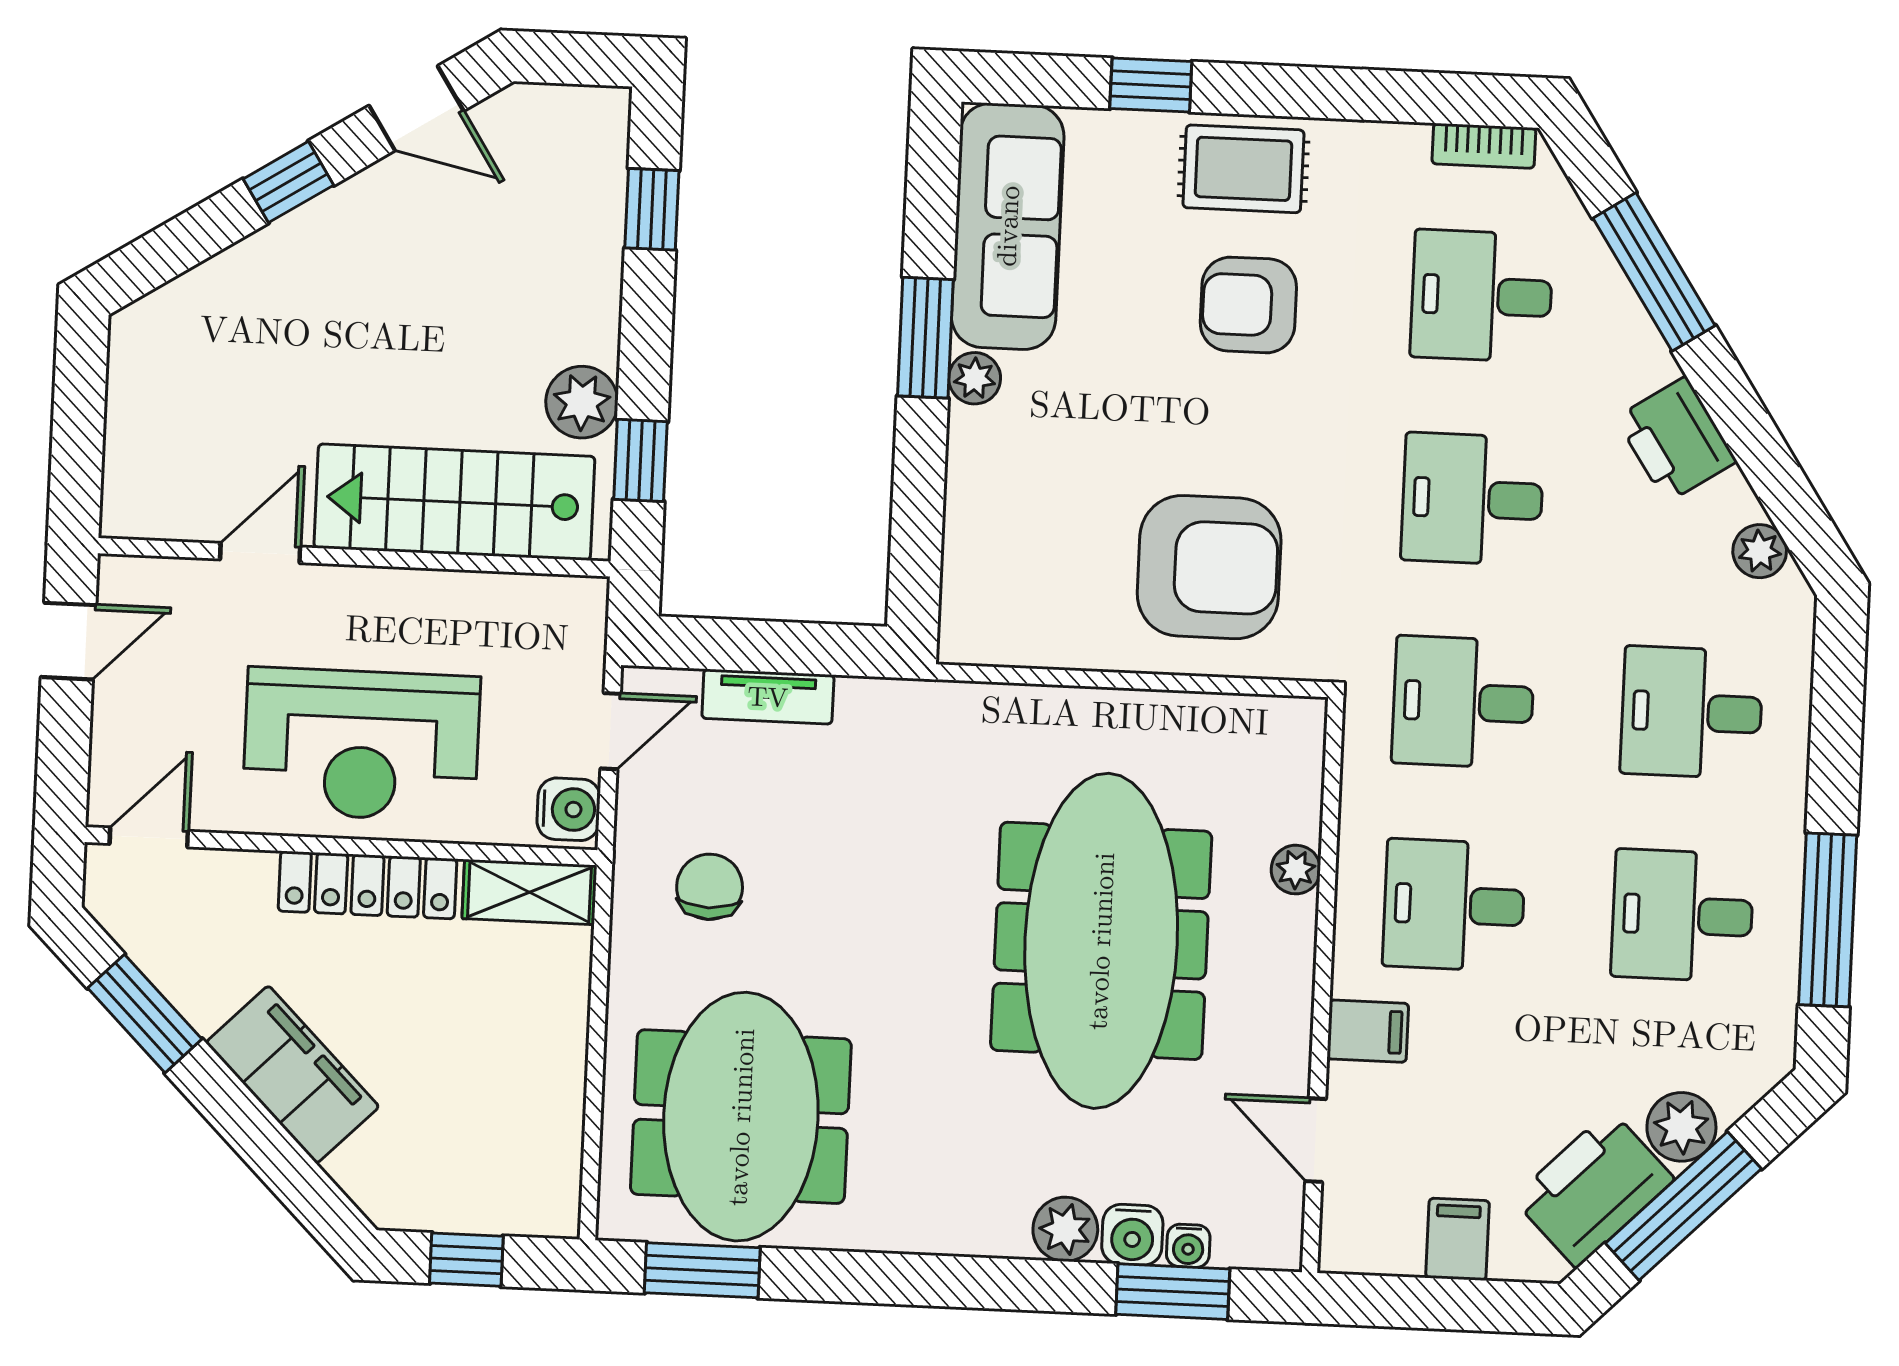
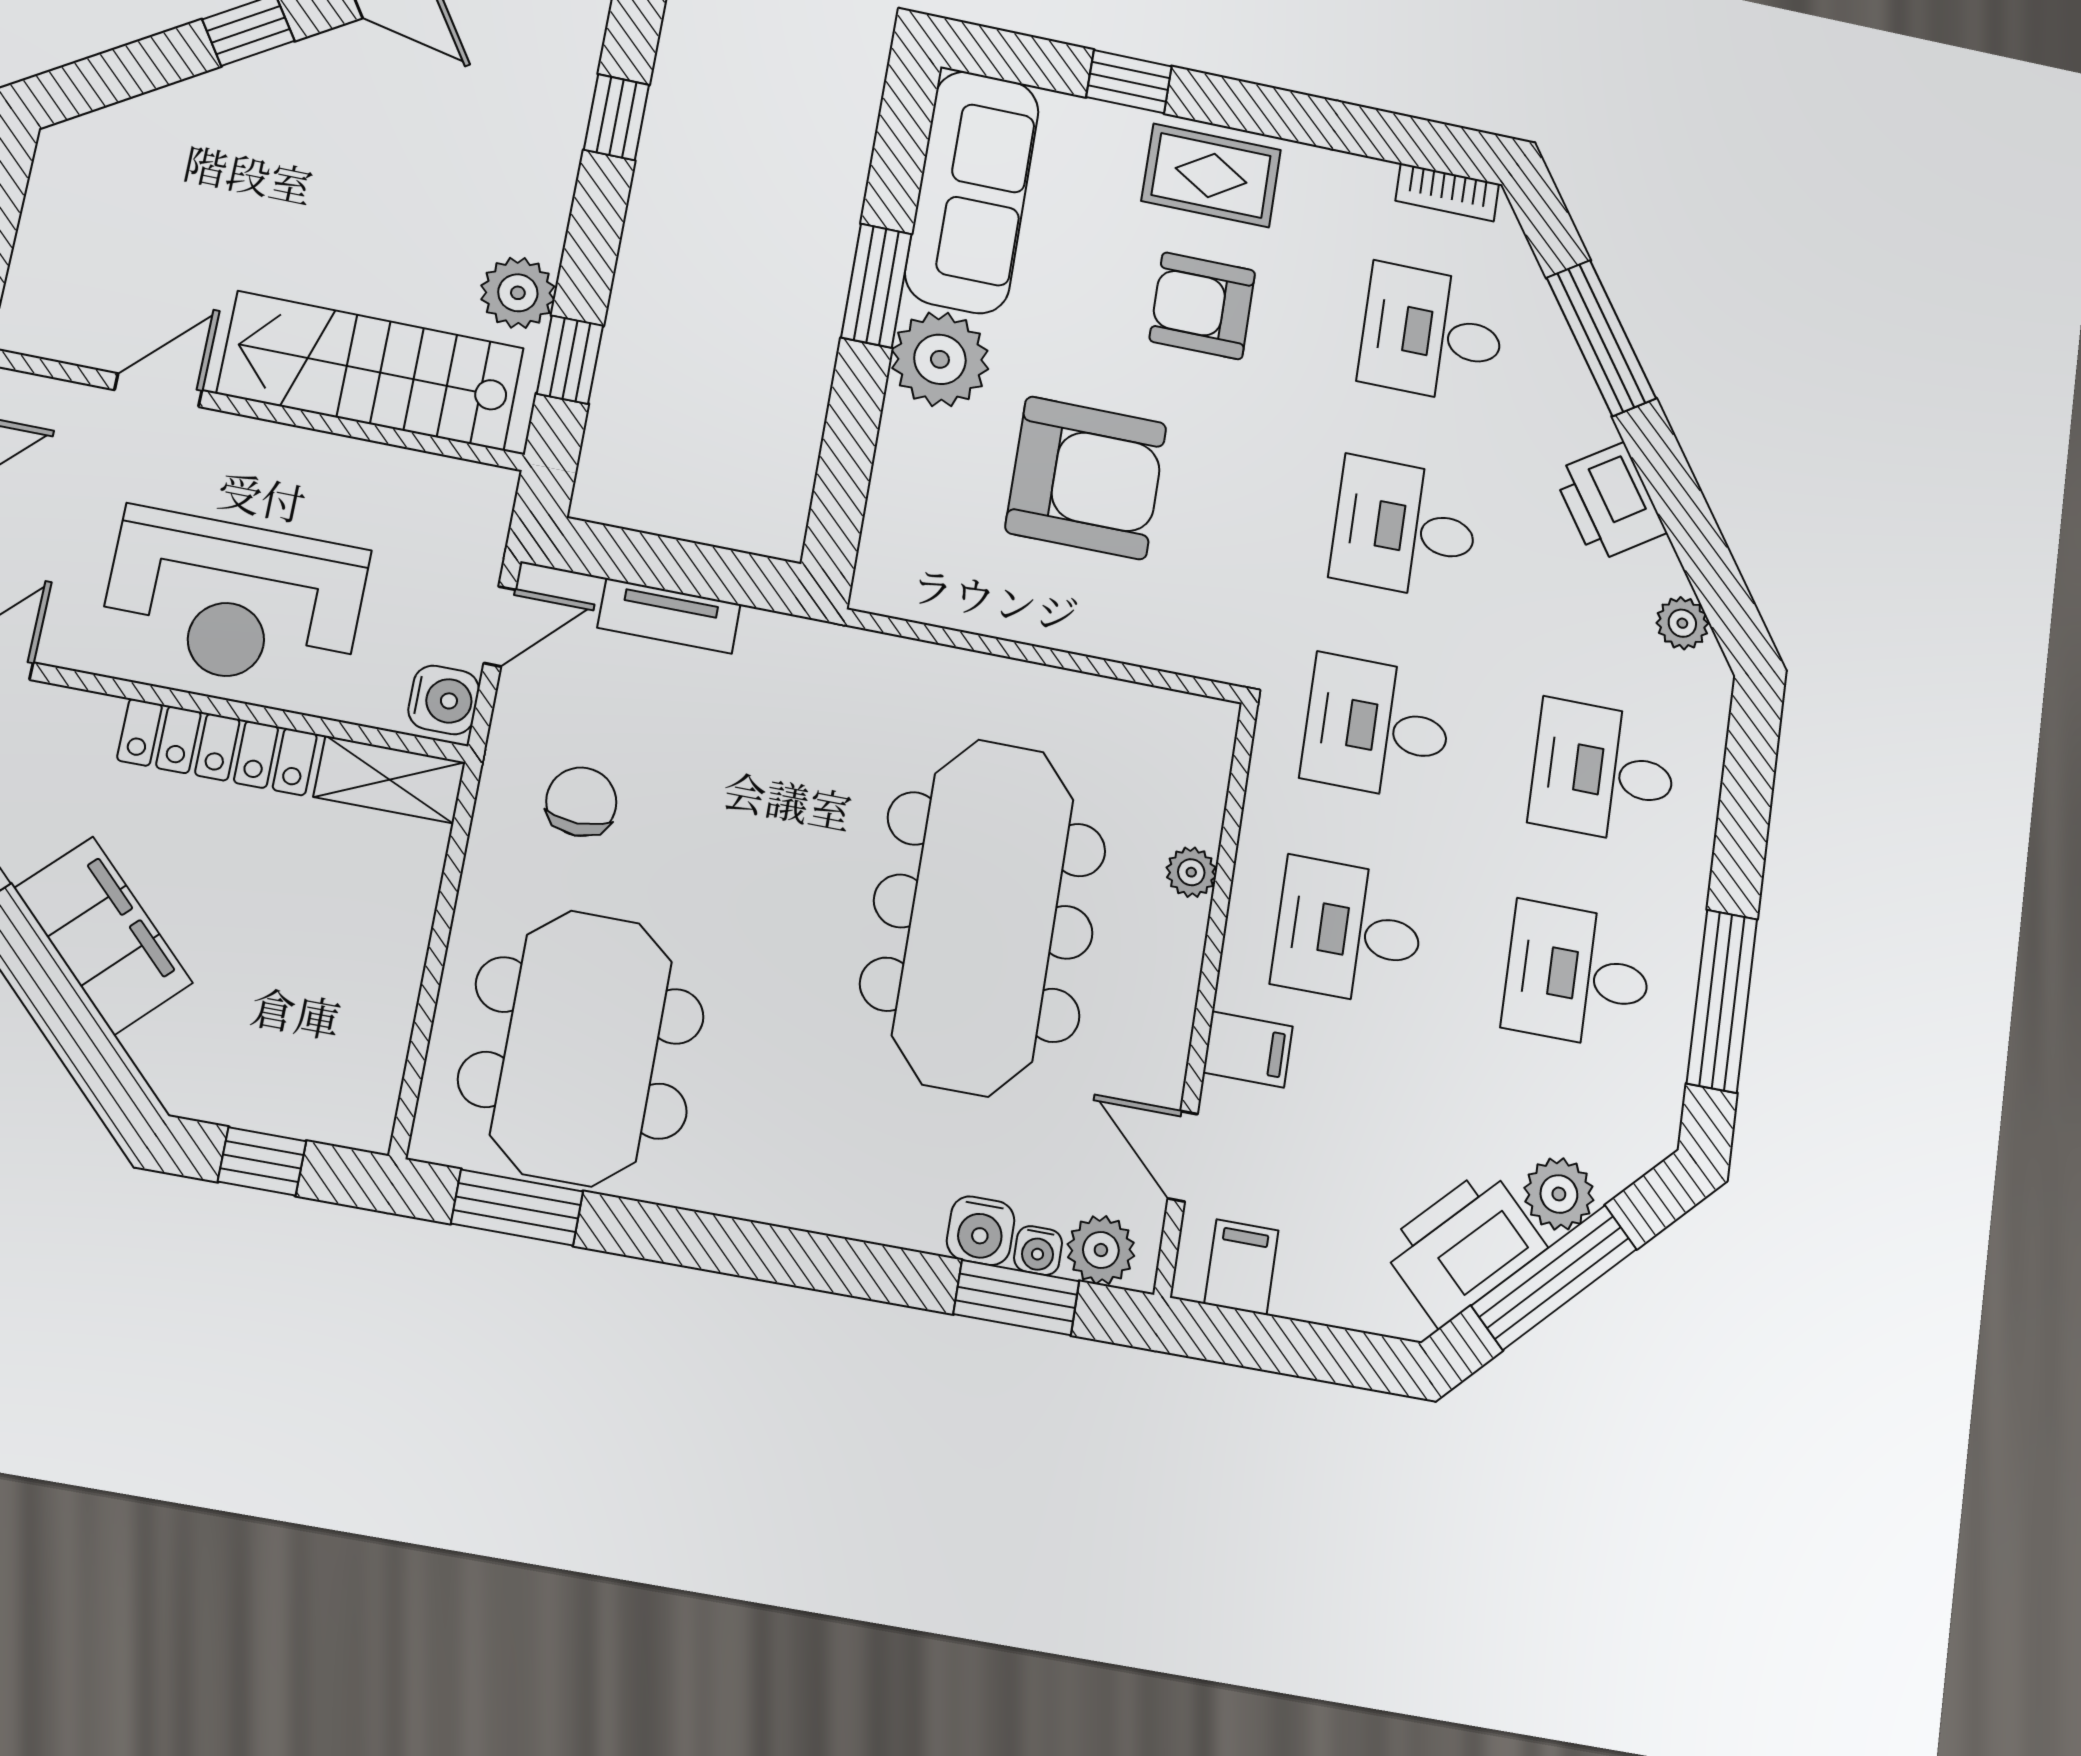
plant: (975, 378) -> (940, 359), width x1.87, depth x1.87
armchair: (1209, 567) -> (1086, 478), moved
plant: (1065, 1229) -> (1101, 1250), moved
filing cabinet: (1458, 1239) -> (1241, 1267), moved

